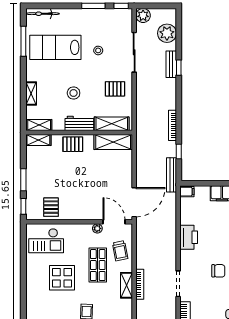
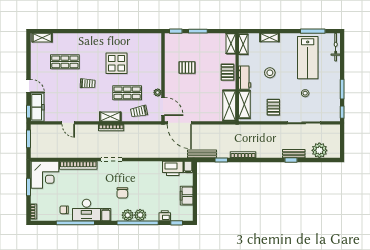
plant: (143, 15) -> (334, 130), removed
lab bench: (55, 47) -> (308, 58), turned 180
pallet: (51, 207) -> (187, 67), moved
door: (114, 222) -> (163, 106), hinge flipped
printer: (189, 237) -> (173, 168), moved
checkout: (46, 241) -> (147, 50), removed

